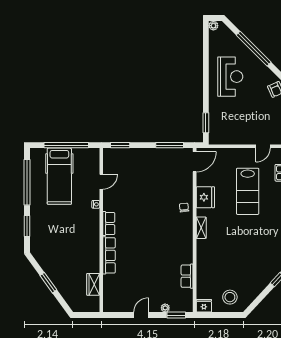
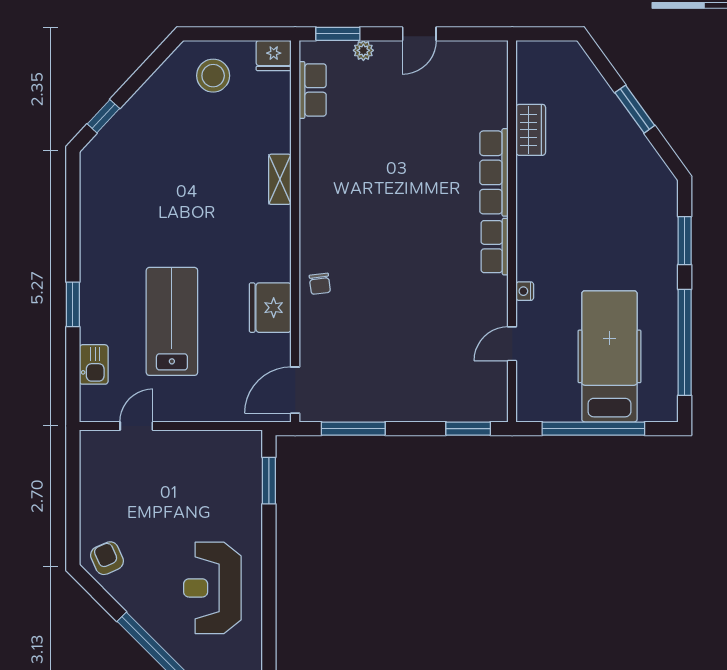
shelving: (201, 228) -> (280, 179), moved
row of seats: (187, 276) -> (313, 90), moved
wardrobe: (93, 284) -> (531, 130), moved

